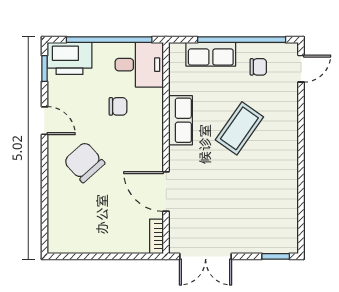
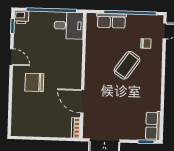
printer: (69, 58) -> (21, 17), width x0.53, depth x0.68
chair: (258, 67) -> (146, 43), moved
chair: (118, 106) -> (55, 50), removed
row of seats: (181, 120) -> (153, 126), moved, turned 180
chair: (84, 162) -> (34, 82), turned -48

